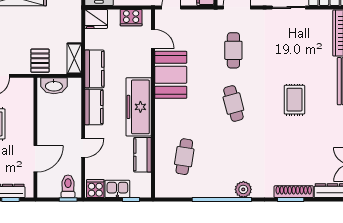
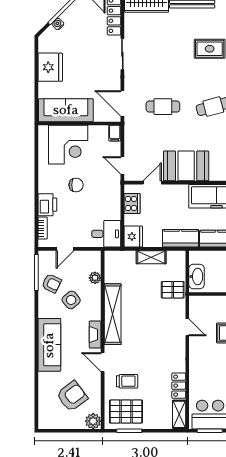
shelving: (74, 59) -> (151, 257), moved

